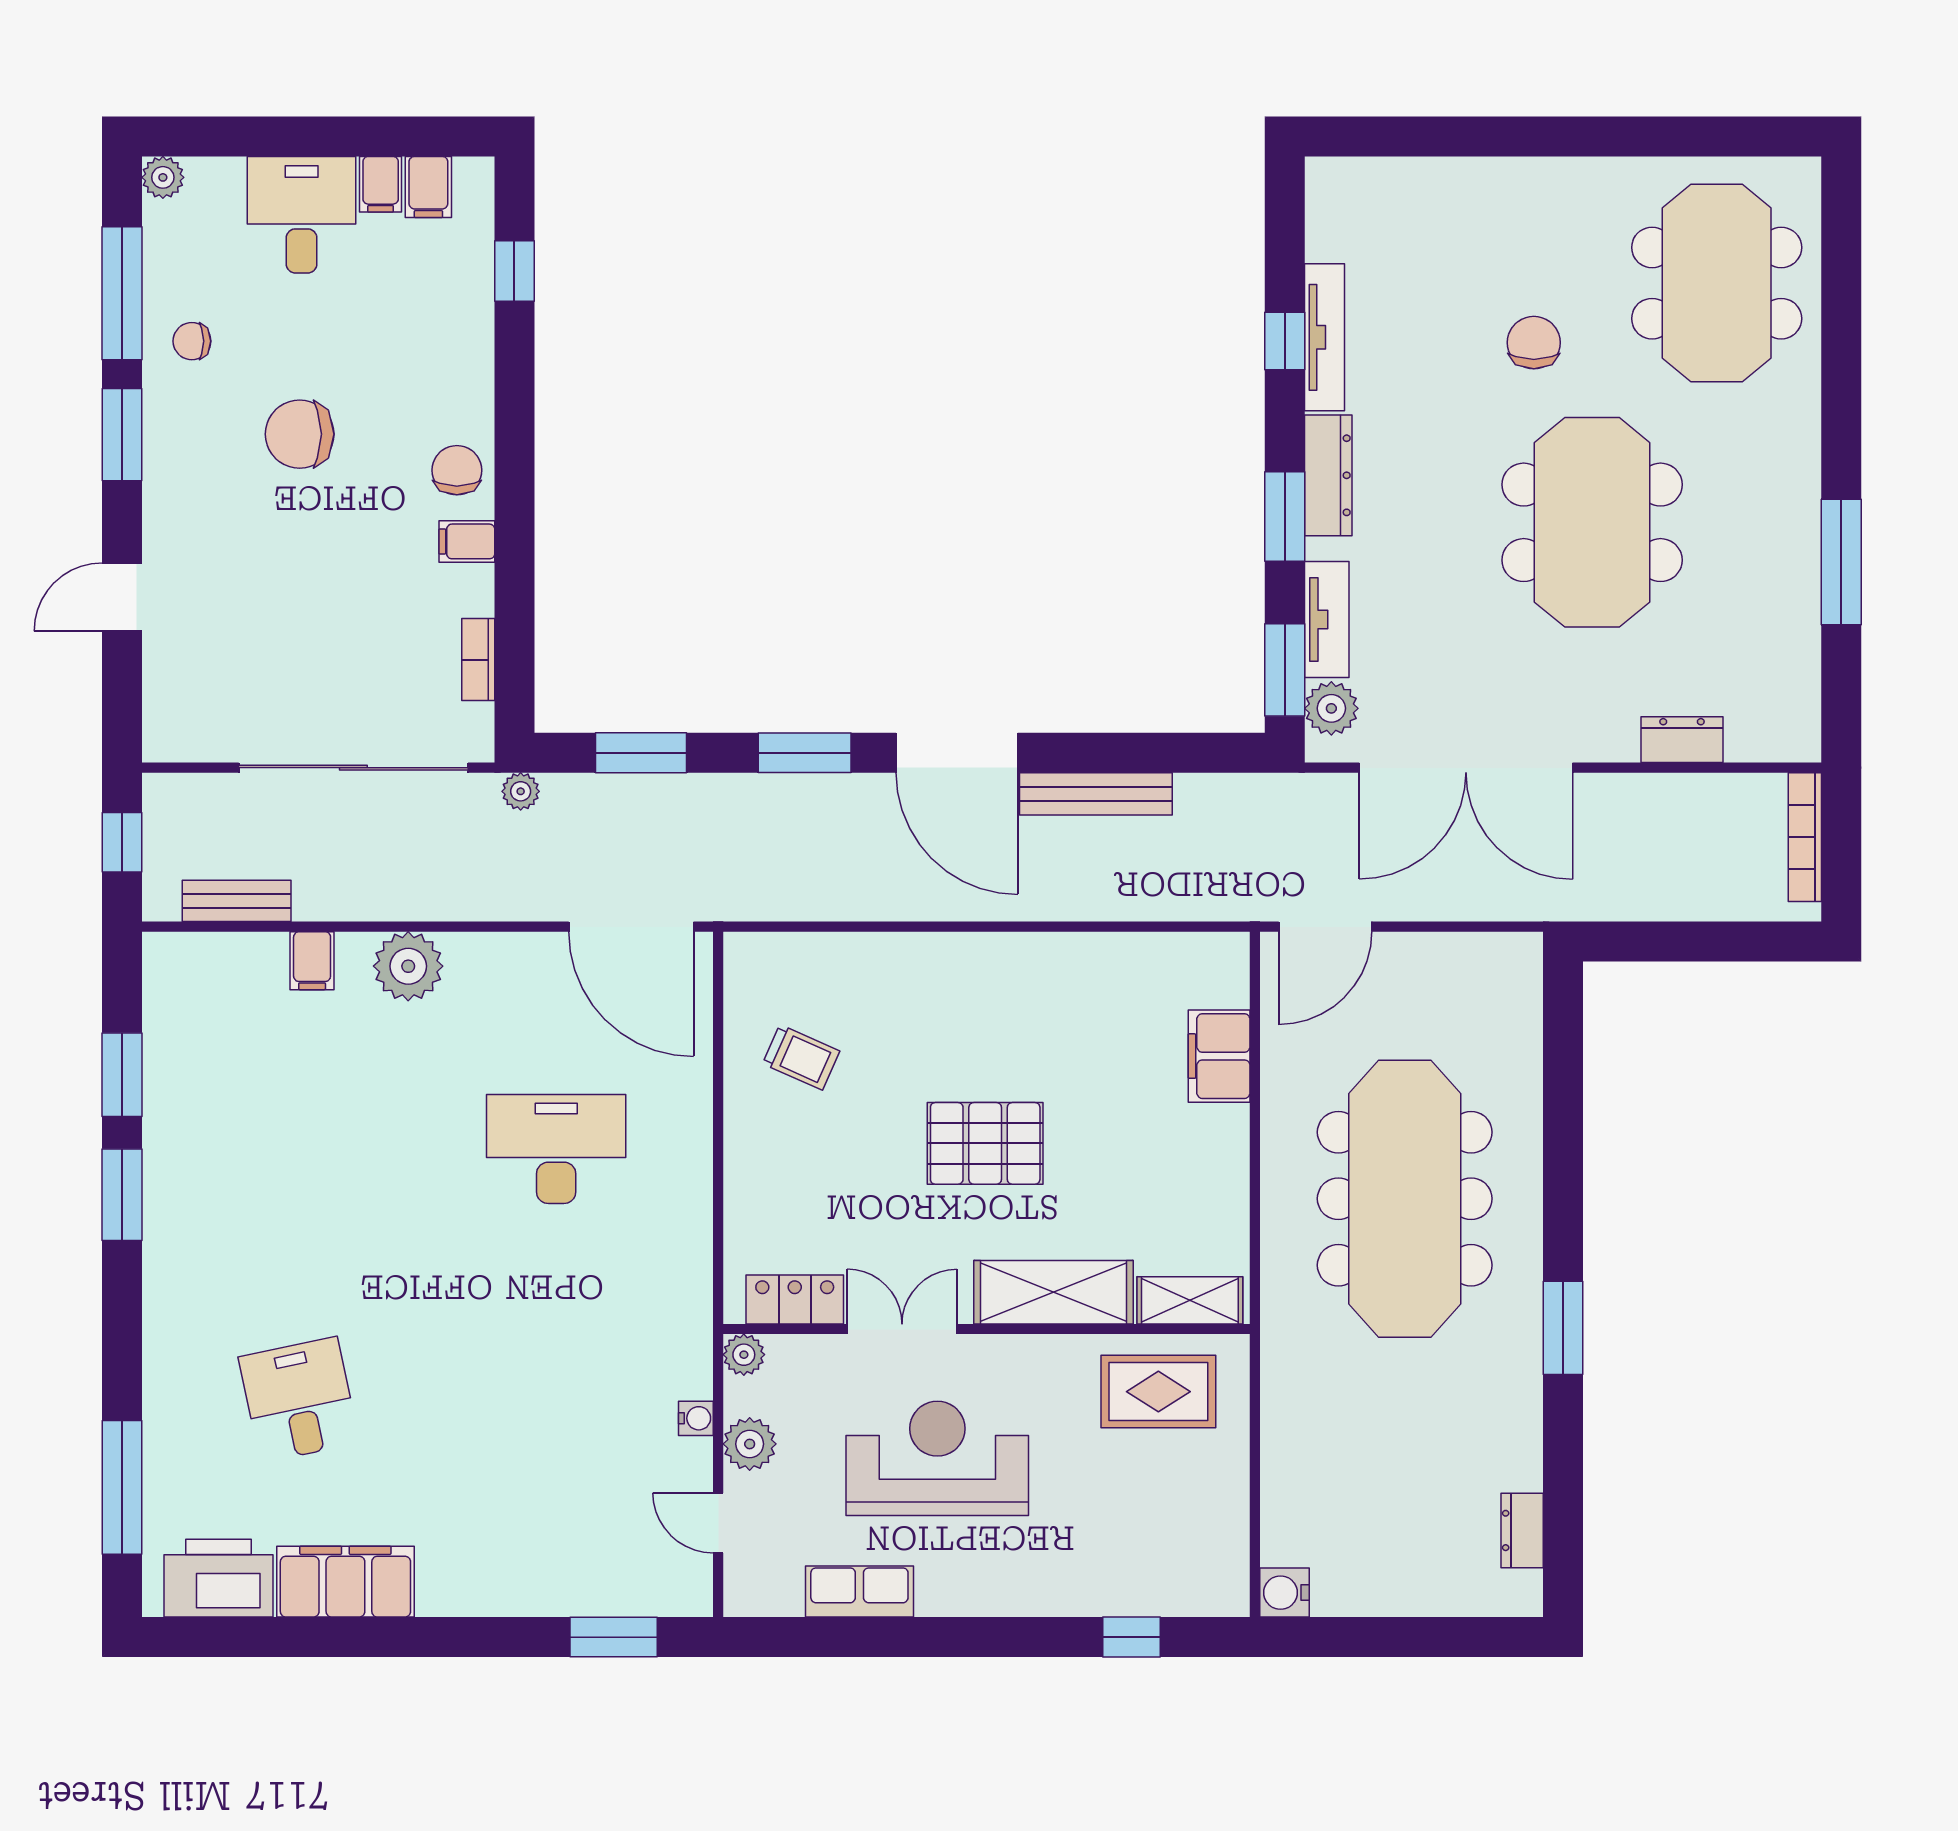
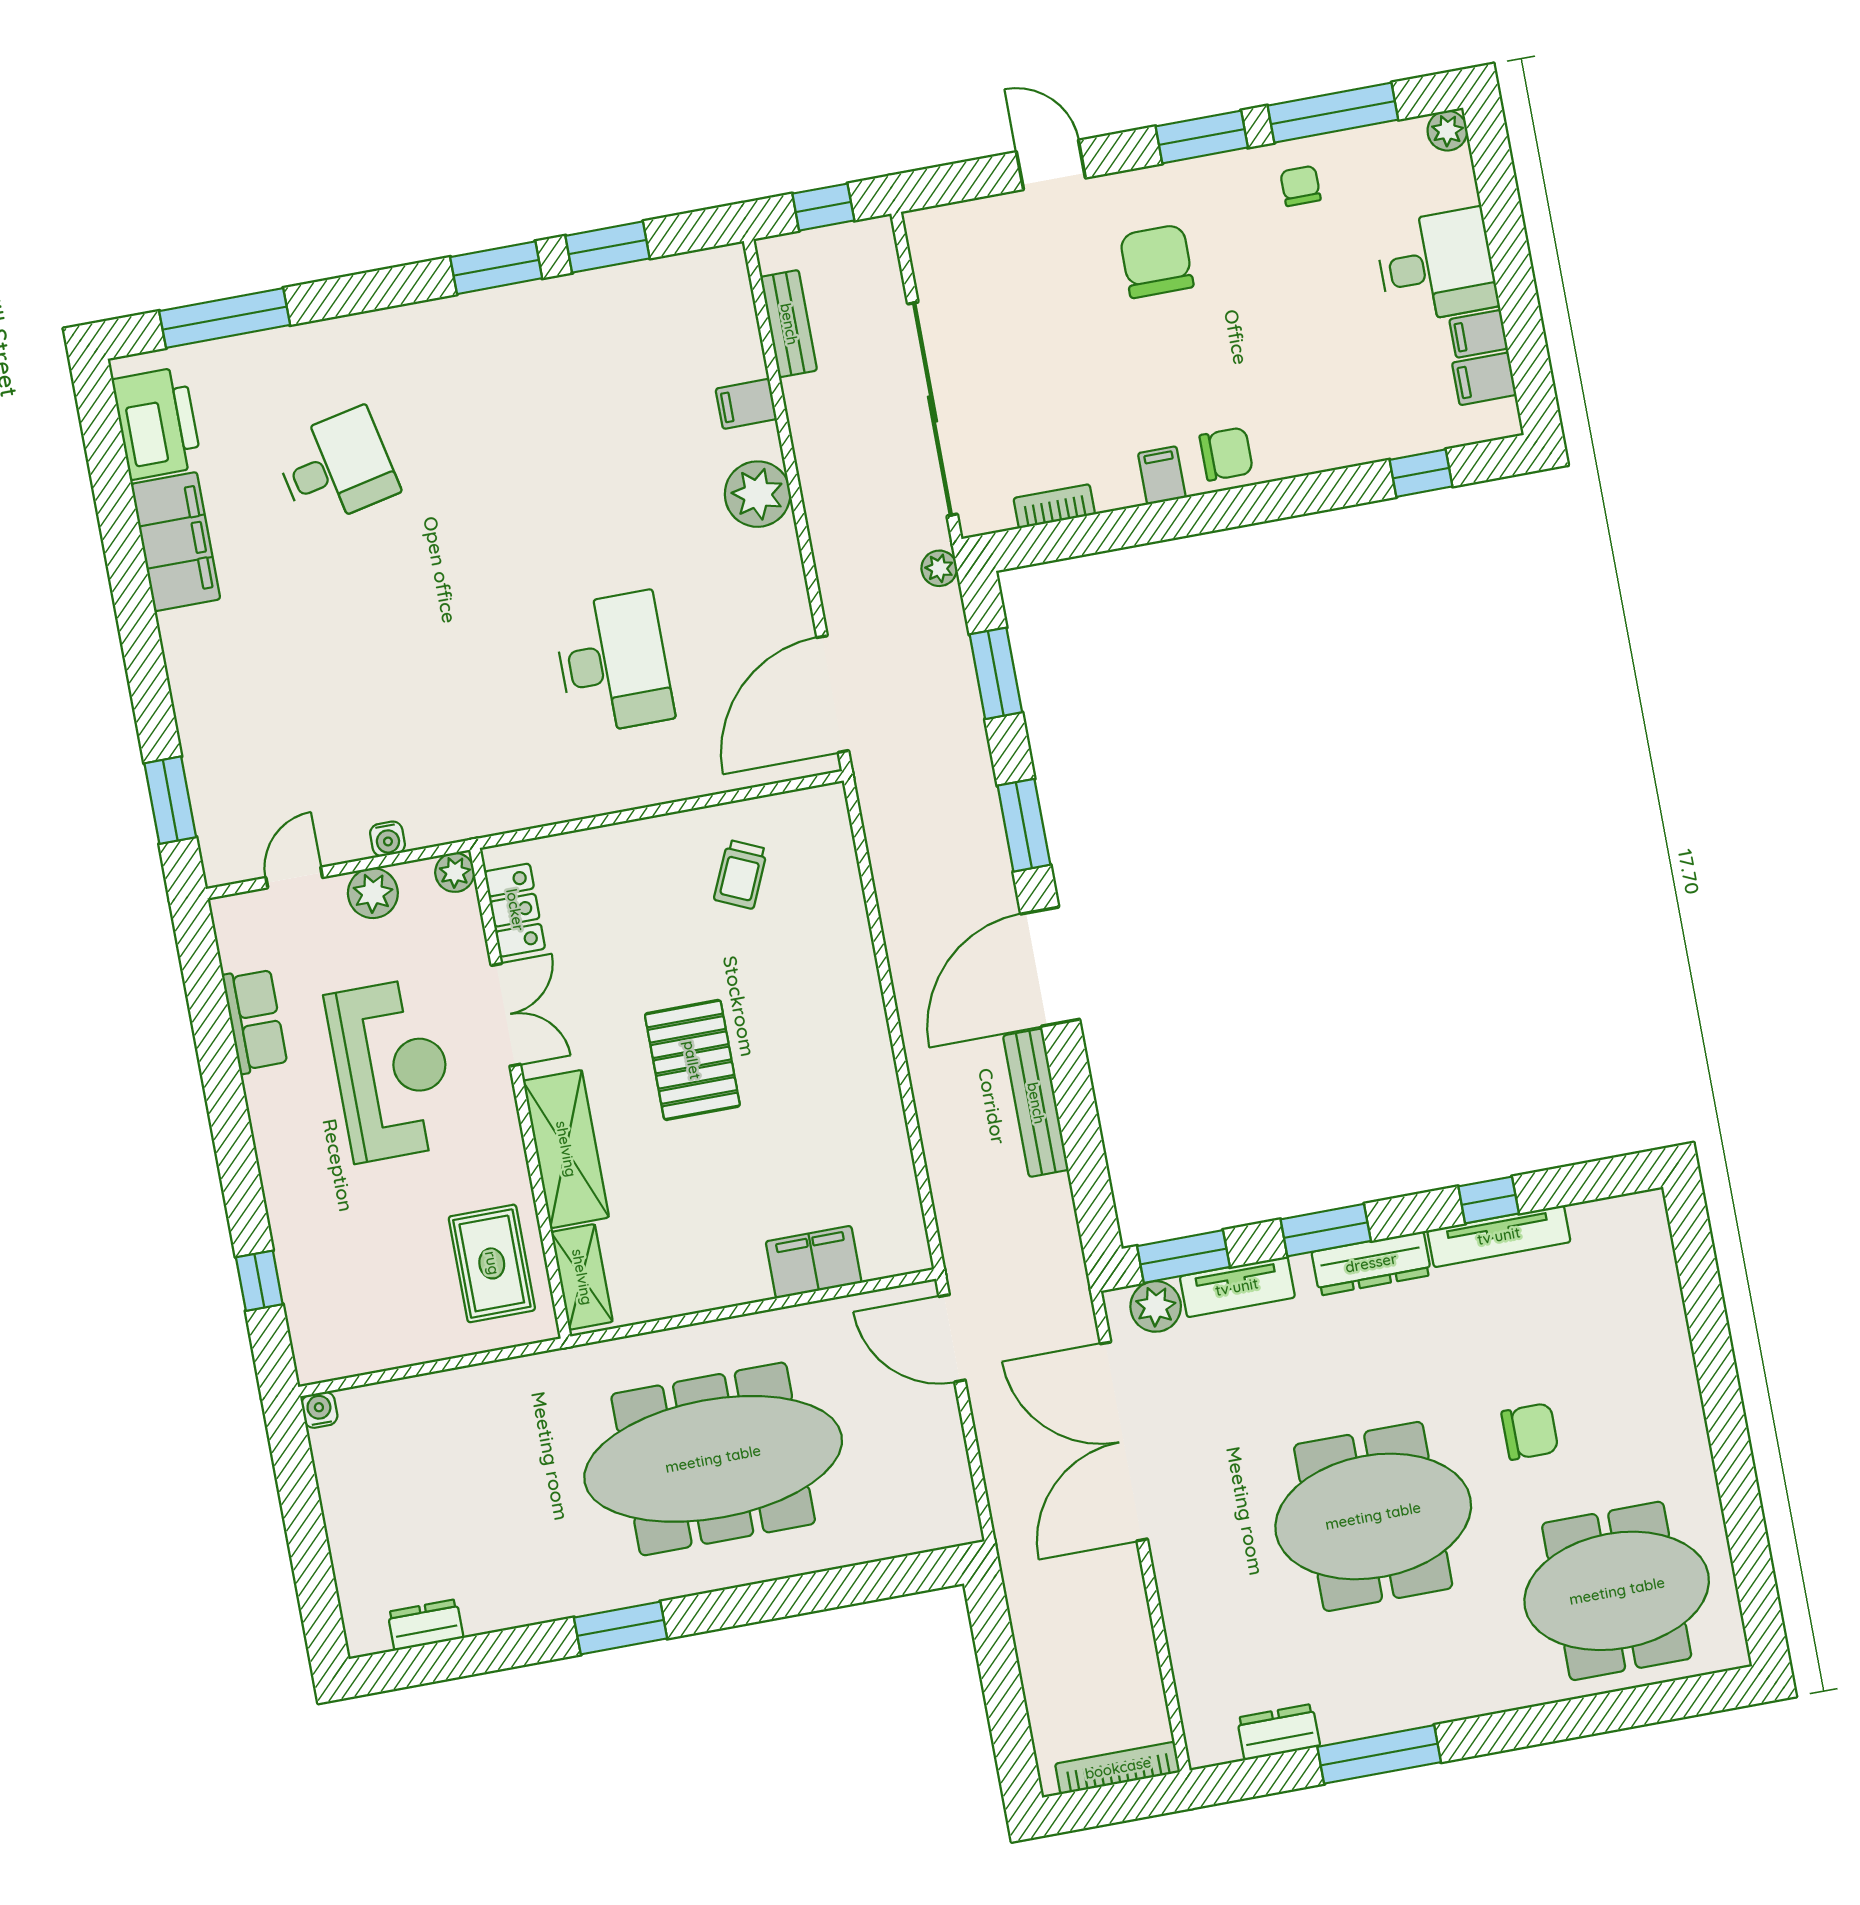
chair: (300, 434) -> (1157, 261), moved
dresser: (1682, 740) -> (1278, 1732), moved, turned -90
water cooler: (1284, 1593) -> (319, 1410), width x0.72, depth x0.72

